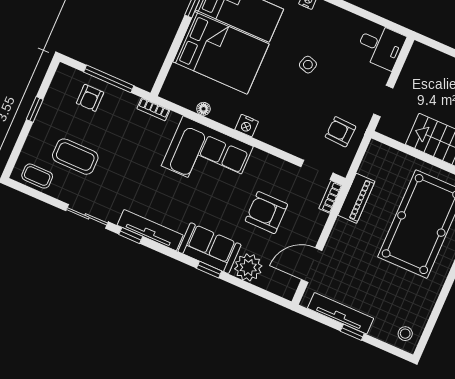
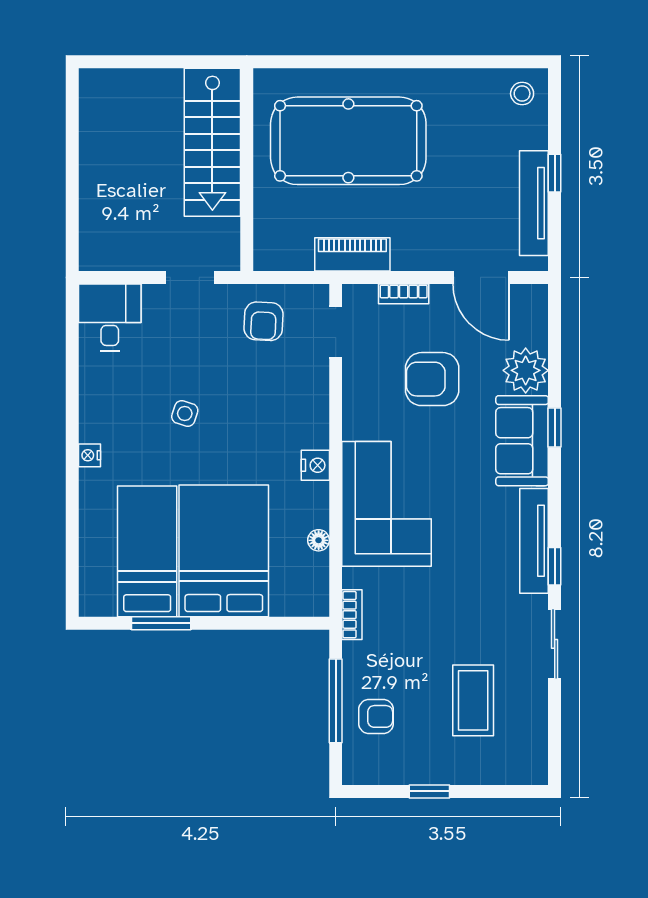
coffee table: (37, 176) -> (527, 744), removed
bookcase: (330, 197) -> (404, 294), moved
armchair: (266, 213) -> (432, 379), turned 90

